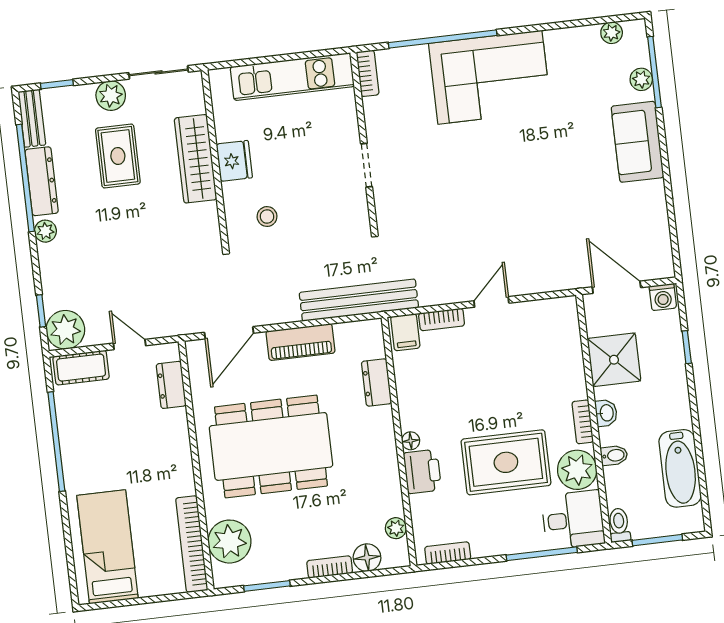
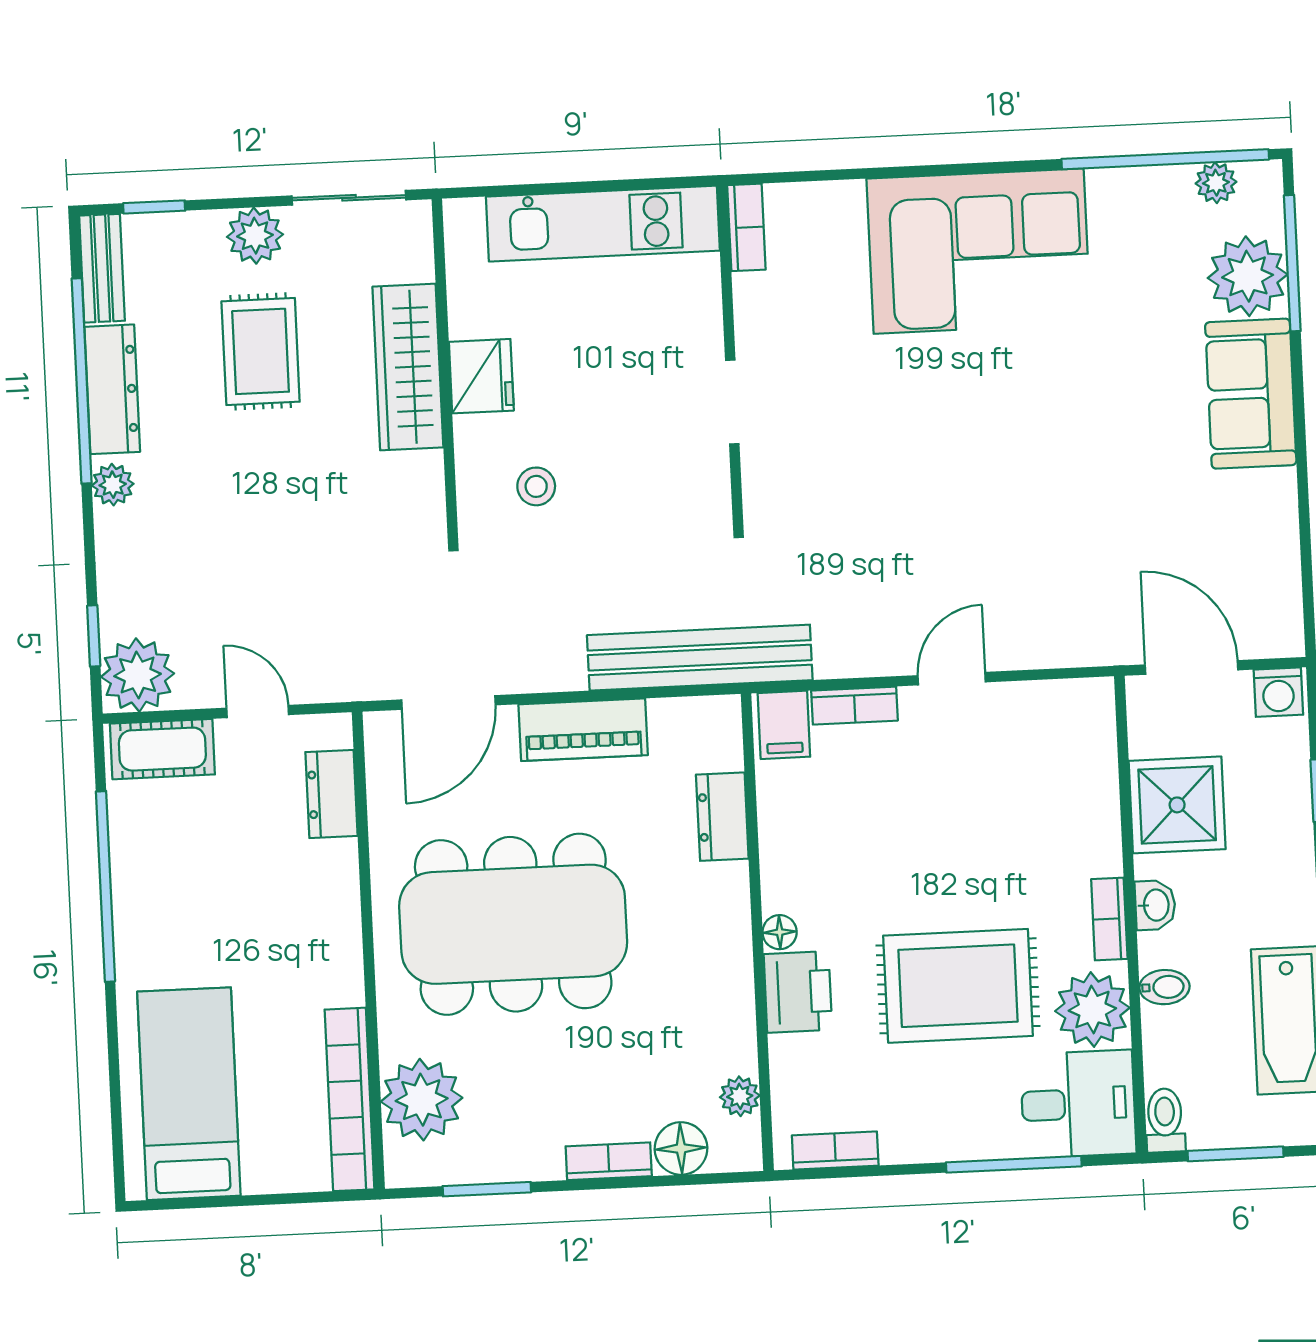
window: (443, 39) -> (1165, 159), moved
plant: (641, 79) -> (1248, 276), width x1.88, depth x1.88

